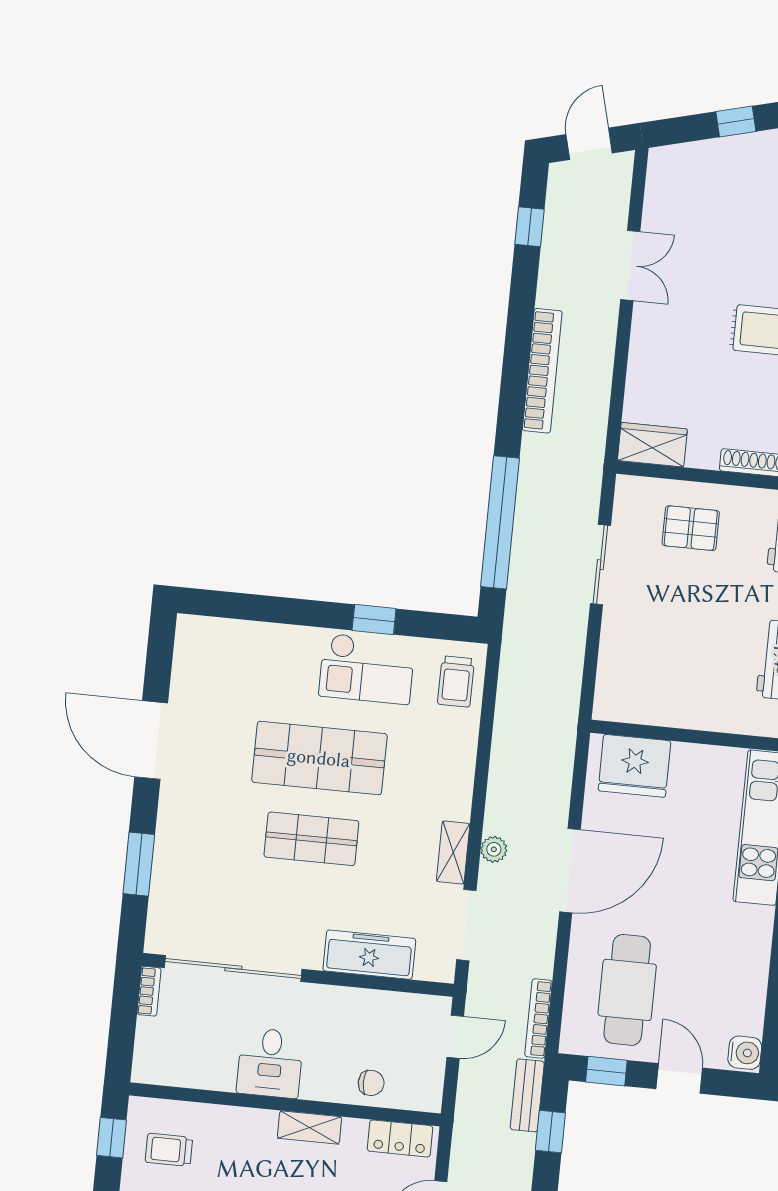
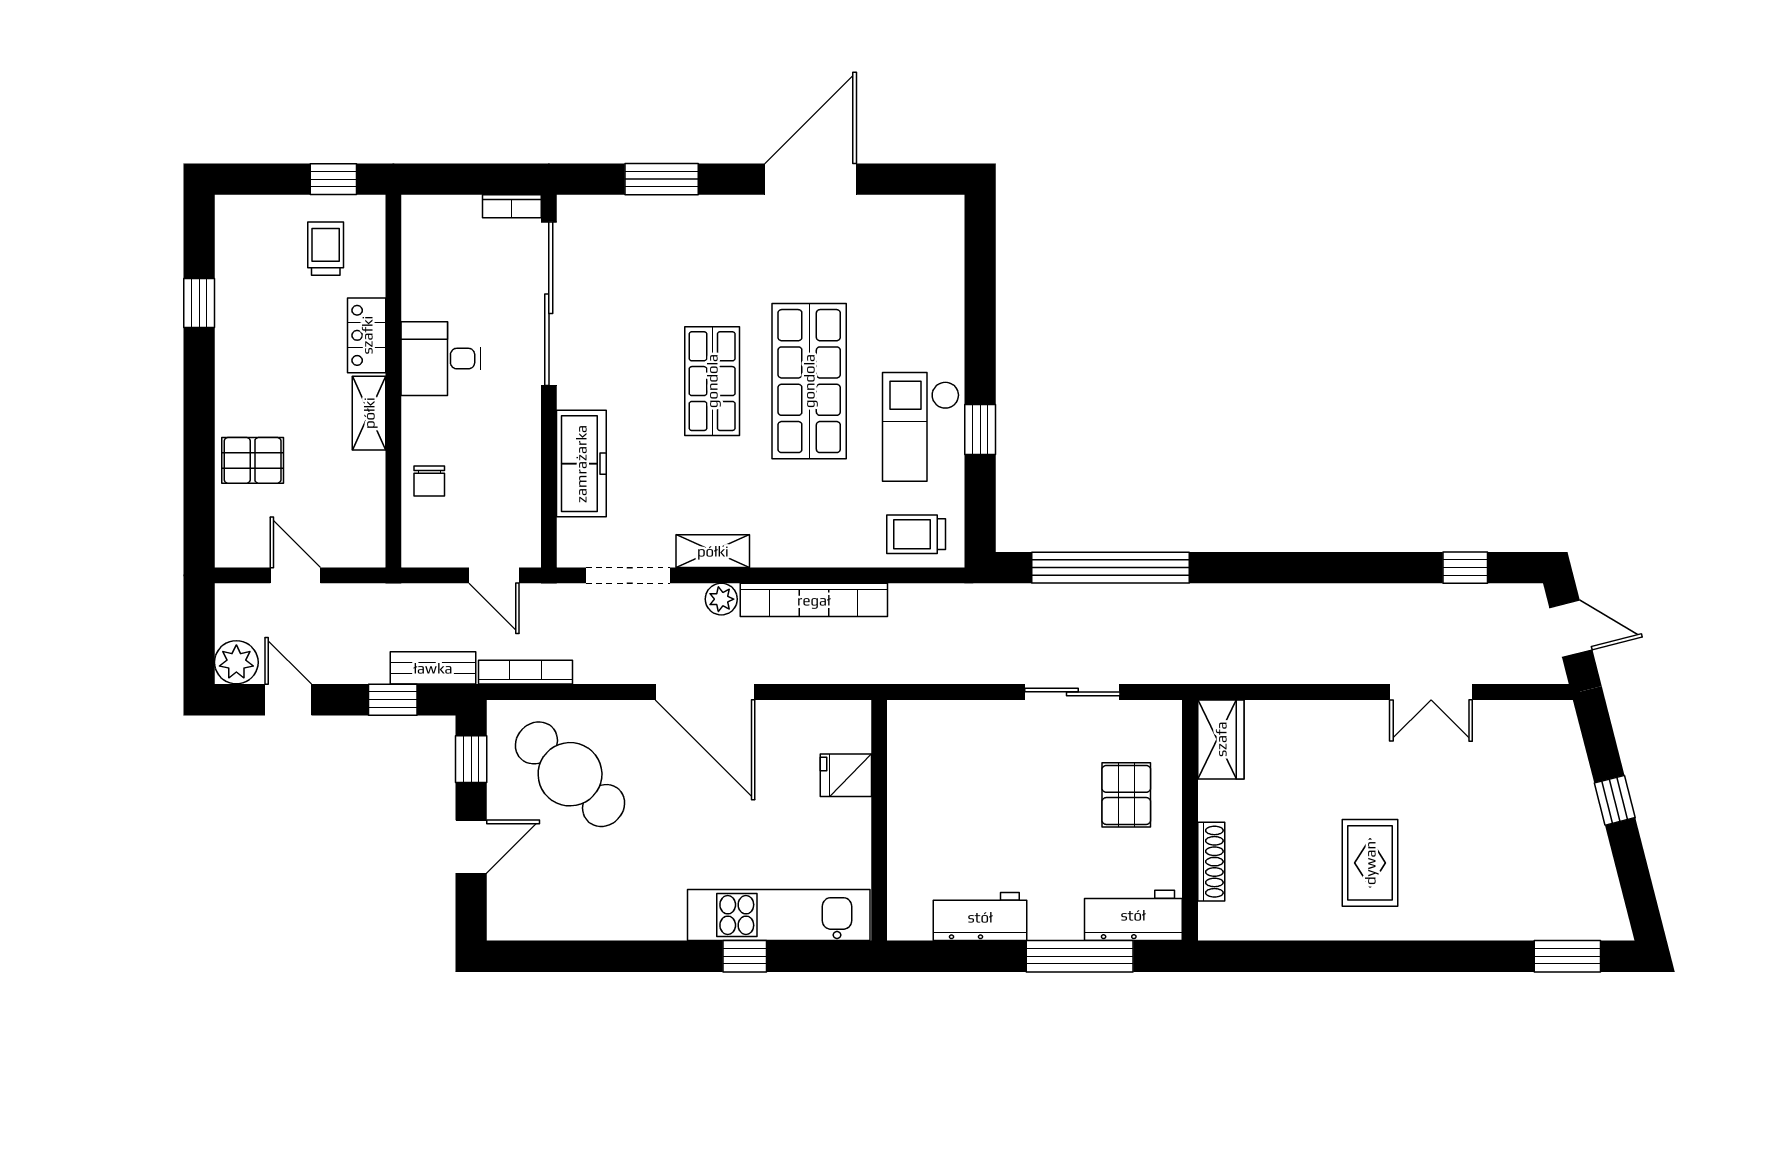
bookcase: (542, 371) -> (814, 600), moved
fridge: (634, 766) -> (846, 775), width x0.53, depth x0.75
cafe table: (627, 990) -> (570, 774), turned 43
water cooler: (745, 1053) -> (509, 921), removed
locker: (400, 1138) -> (367, 335), moved

